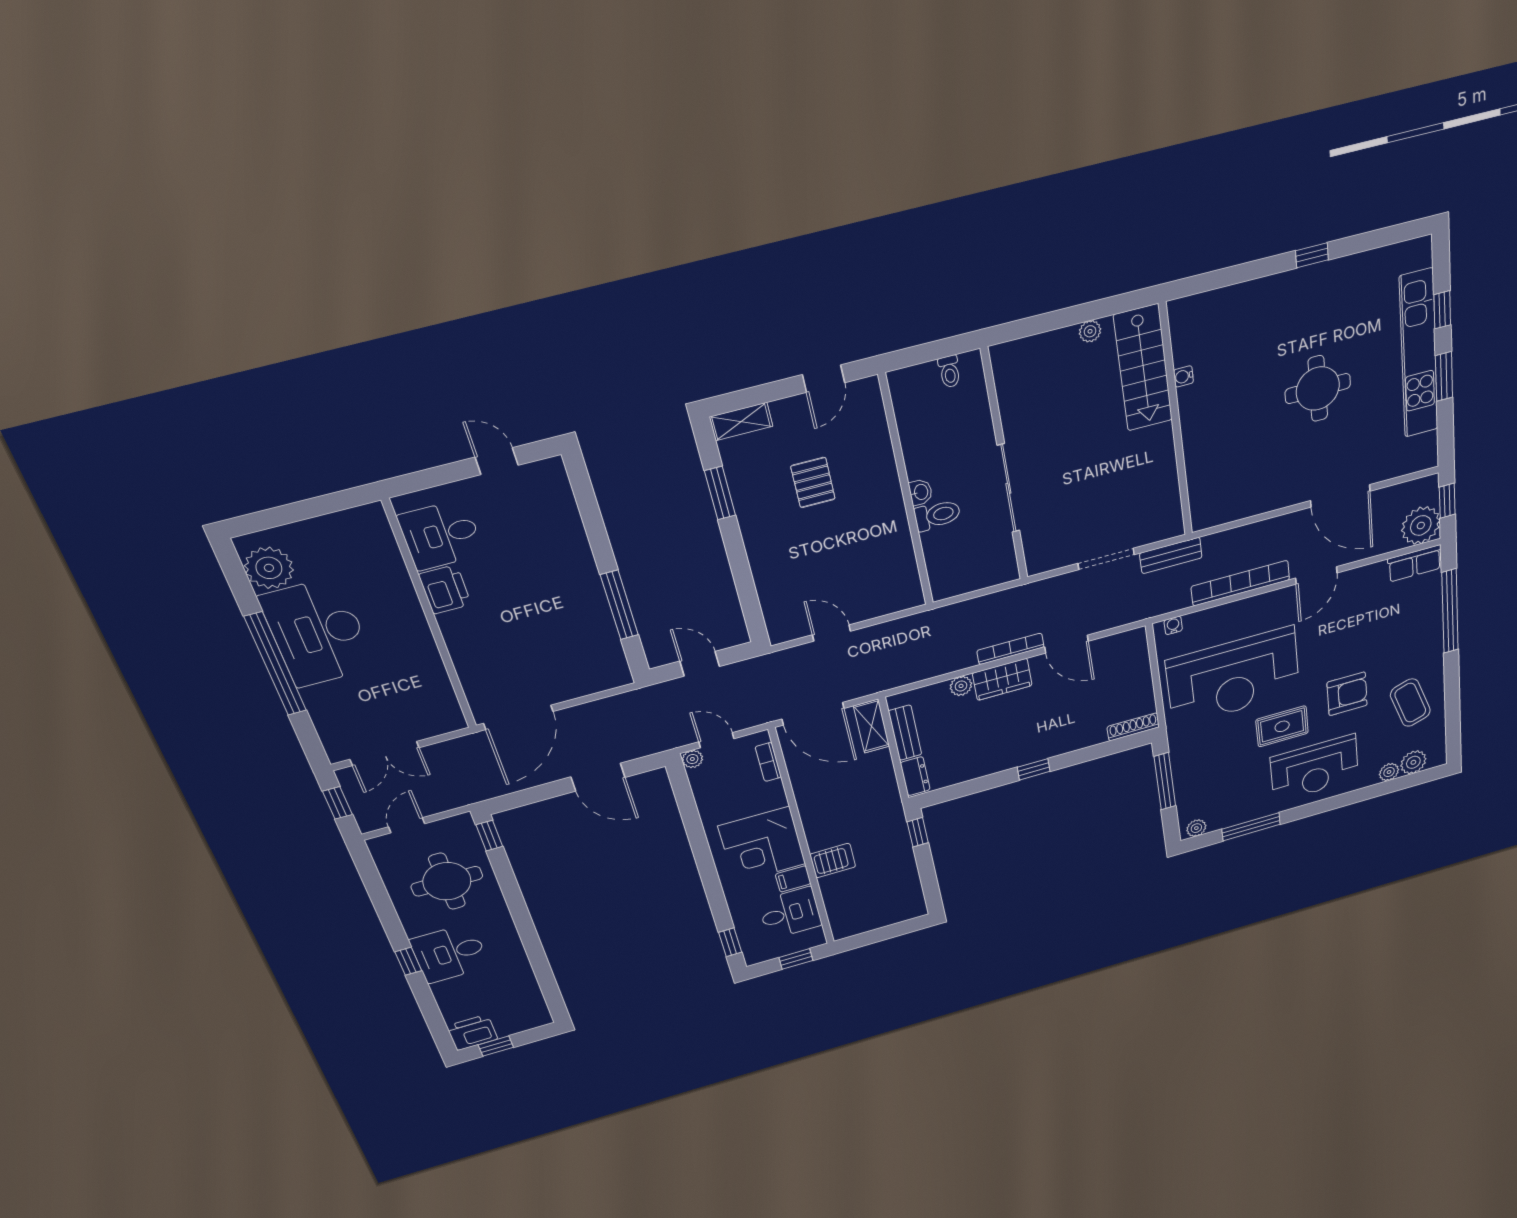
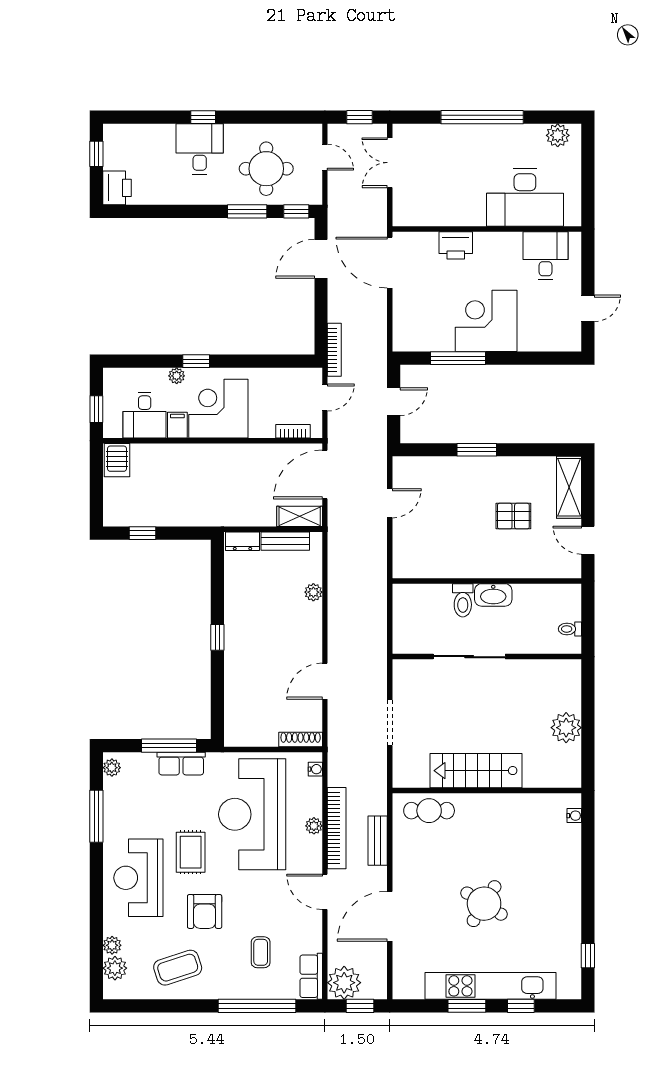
window: (1312, 255) -> (588, 956), moved
plant: (1090, 331) -> (566, 728), width x1.88, depth x1.88
stairs: (1143, 368) -> (476, 771), moved
water cooler: (1183, 376) -> (574, 816), moved, turned 90
round table: (1318, 389) -> (484, 904), turned 32
shelving: (741, 422) -> (569, 487), width x1.50, depth x1.33
cafe table: (1209, 485) -> (429, 811), added
washbasin: (921, 492) -> (493, 595), width x1.91, depth x1.45
window: (720, 493) -> (477, 450), moved
bench: (1171, 555) -> (378, 841), moved
plant: (269, 568) -> (558, 135), width x0.73, depth x0.73
corner desk: (558, 585) -> (486, 321), added
printer: (445, 589) -> (456, 245), moved
plant: (1240, 609) -> (314, 826), added
coffee table: (1390, 624) -> (261, 952), added
desk: (317, 632) -> (525, 198), moved, turned 180
bookcase: (1010, 649) -> (334, 350), moved
wardrobe: (1002, 679) -> (309, 625), removed
shoe rack: (1133, 727) -> (301, 739), moved, turned -90
plant: (692, 759) -> (177, 376), moved
row of seats: (1184, 764) -> (181, 764), added
door: (598, 777) -> (321, 259), moved
window: (918, 832) -> (143, 533), moved
server rack: (833, 861) -> (117, 460), moved
window: (509, 885) -> (247, 211), added
window: (730, 942) -> (196, 361), moved
printer: (472, 1032) -> (117, 188), moved

